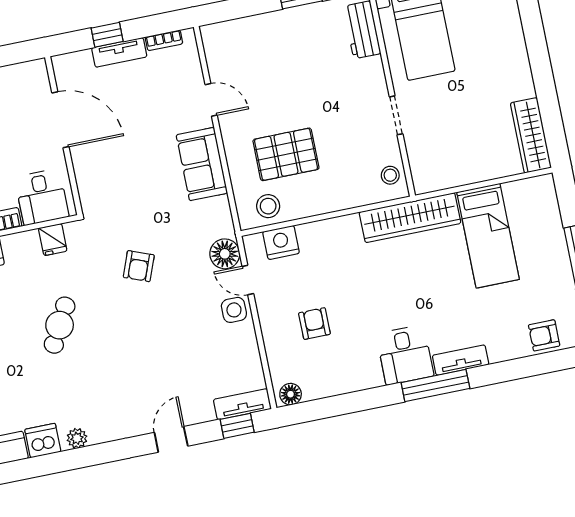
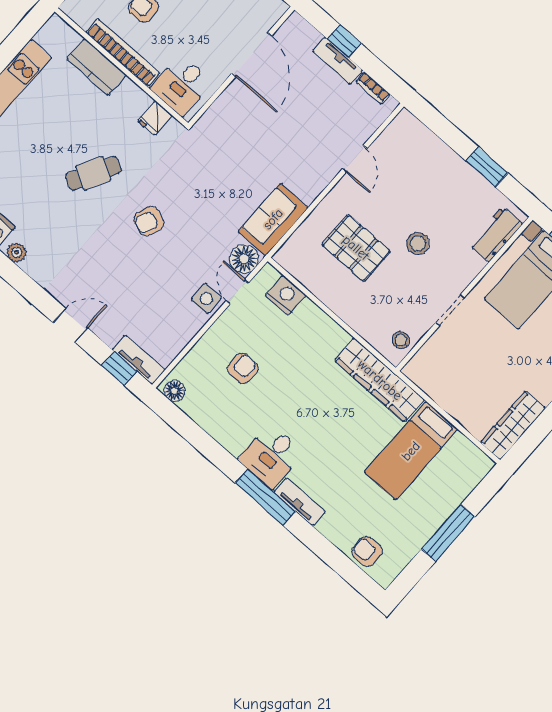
sofa: (202, 164) -> (273, 219), moved
stool: (268, 206) -> (418, 243), moved
armchair: (139, 266) -> (149, 221), moved

